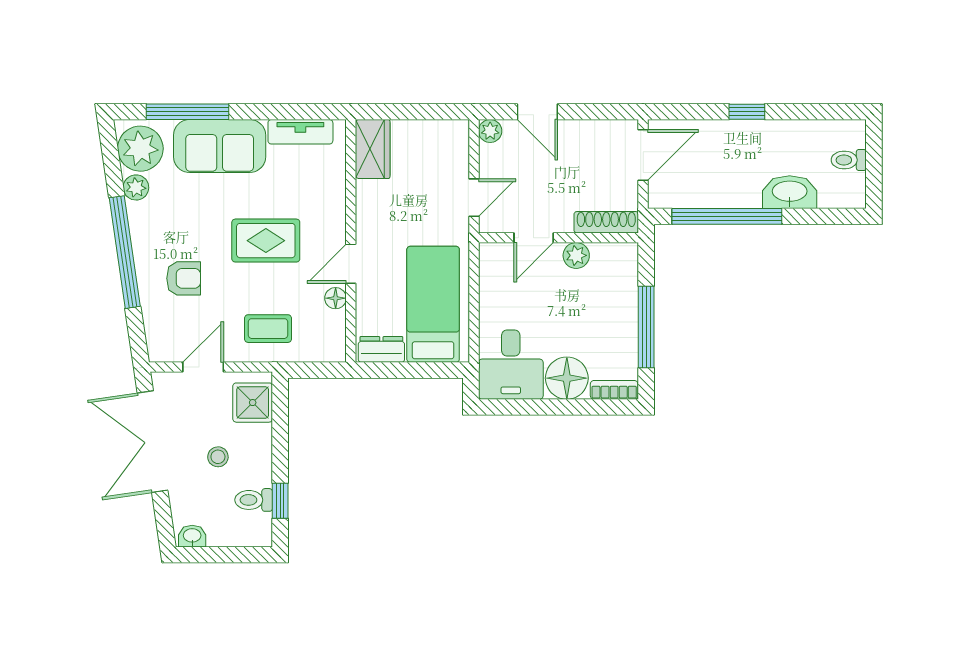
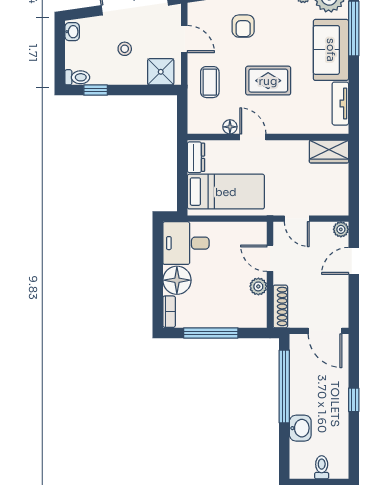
washbasin: (790, 192) -> (300, 428), width x0.72
rug: (266, 241) -> (268, 81), turned 90
toilet: (254, 500) -> (77, 77), moved, turned 90

